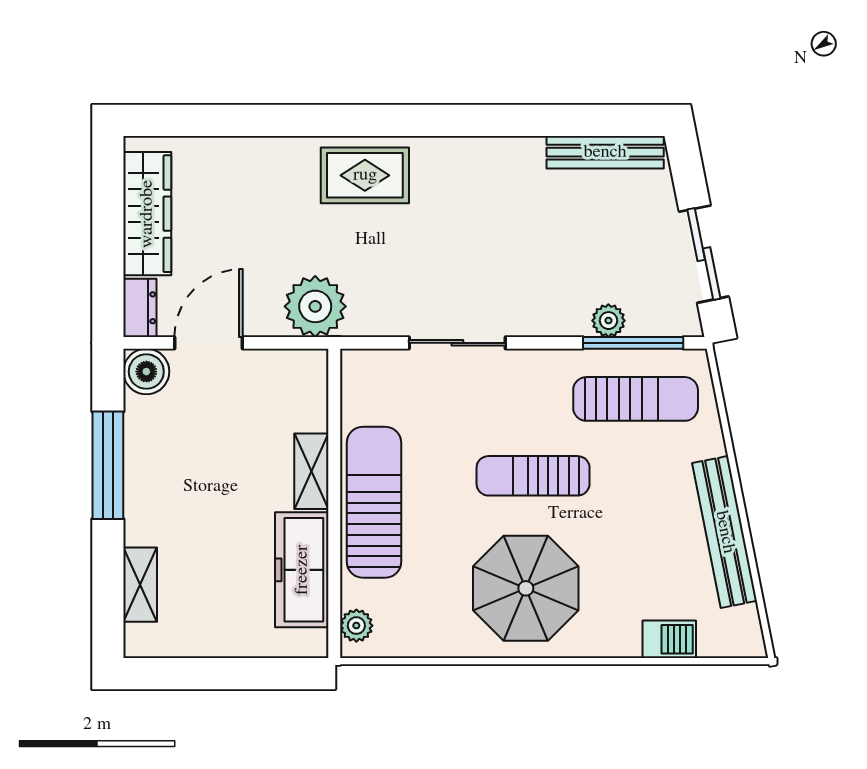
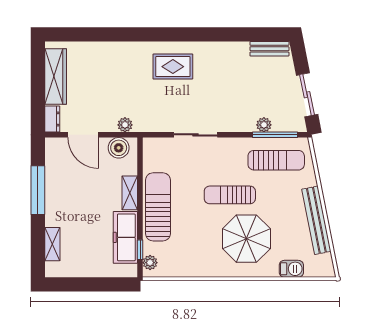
bench: (605, 152) -> (269, 49), width x0.73
rug: (365, 175) -> (173, 67), moved
plant: (315, 306) -> (125, 125), width x0.53, depth x0.53
door: (209, 343) -> (83, 135), swing flipped
boiler: (146, 372) -> (119, 148), moved
parasol: (526, 588) -> (246, 239), moved
window: (334, 597) -> (140, 250), added

